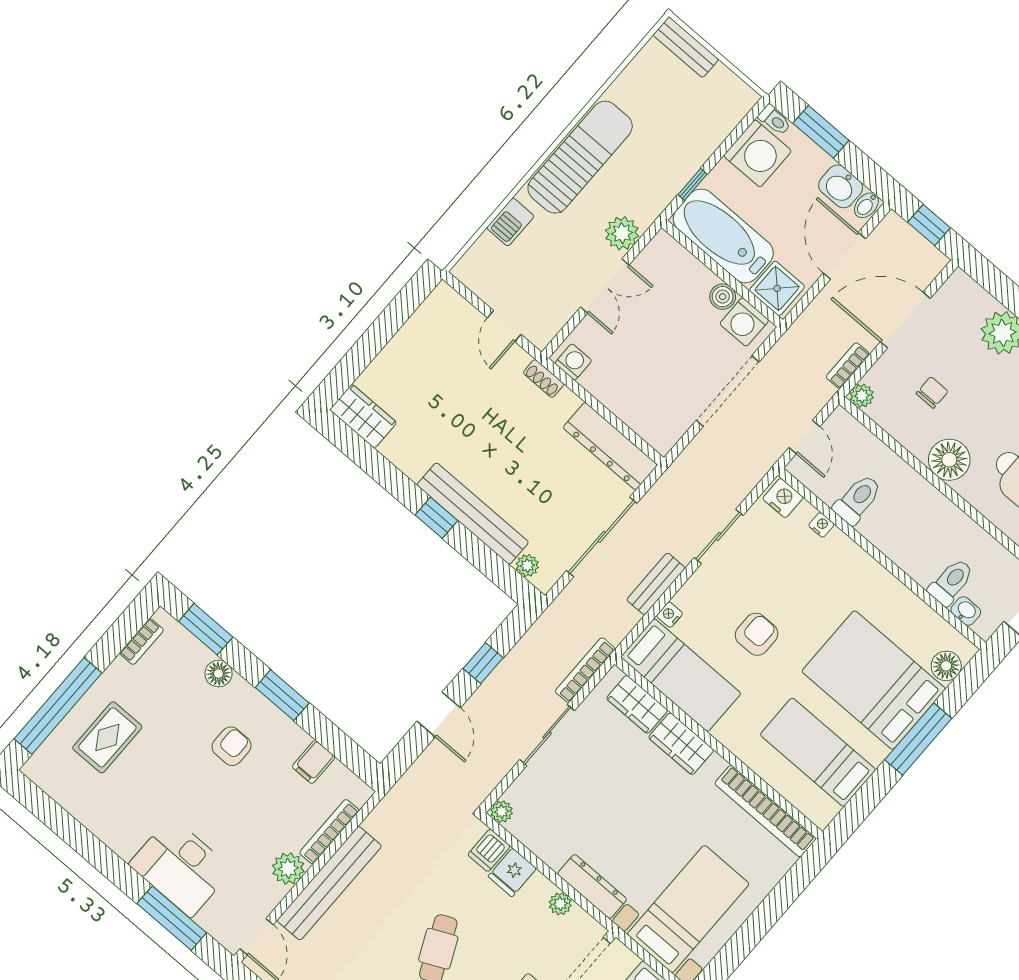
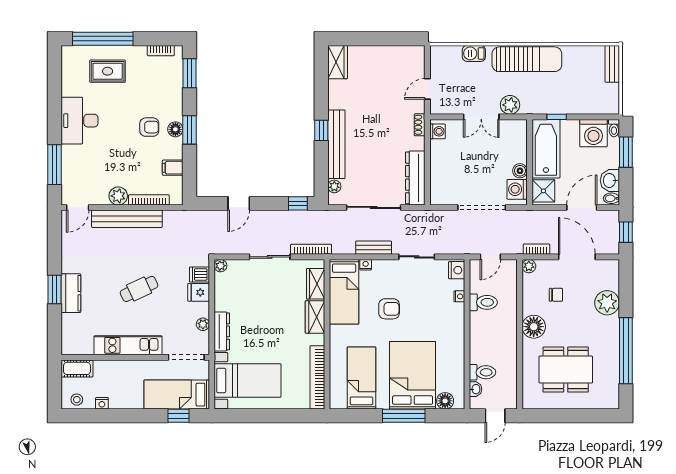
window: (483, 663) -> (298, 203), moved
floor lamp: (219, 674) -> (175, 129), moved
desk: (181, 867) -> (79, 121), moved

